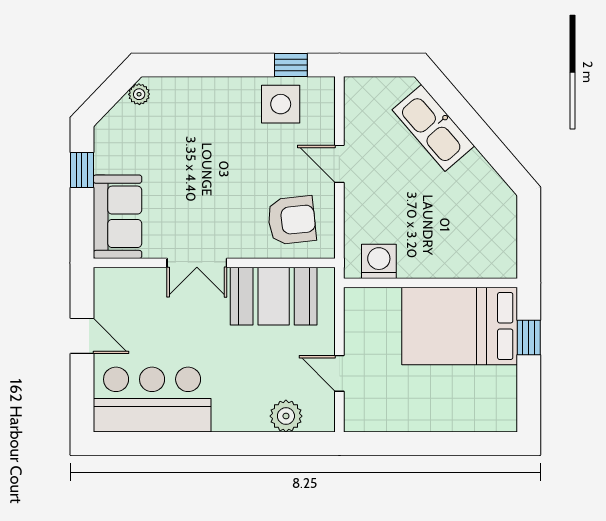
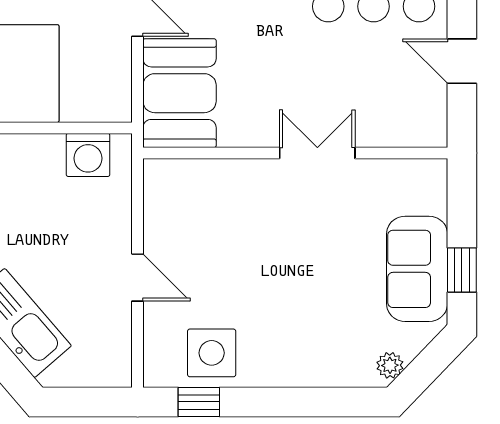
sofa: (118, 217) -> (417, 269), moved
armchair: (292, 220) -> (198, 207), removed
booth: (274, 296) -> (180, 93), moved, turned 90

